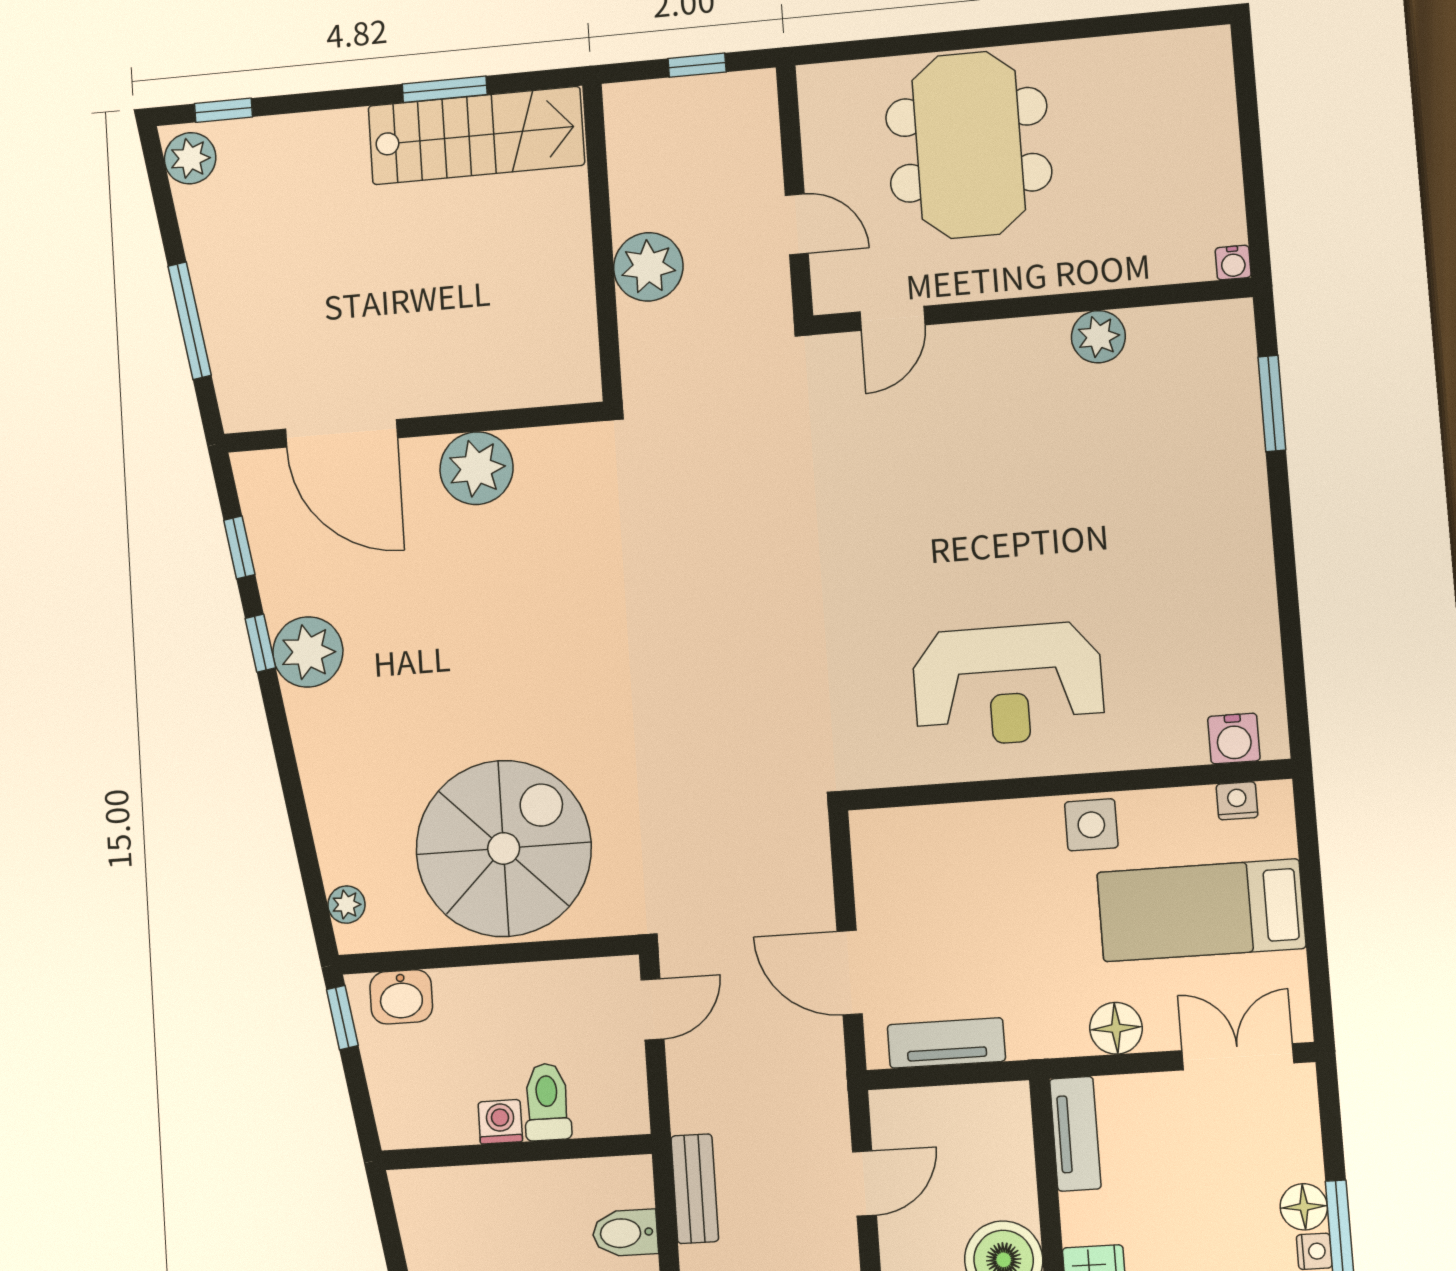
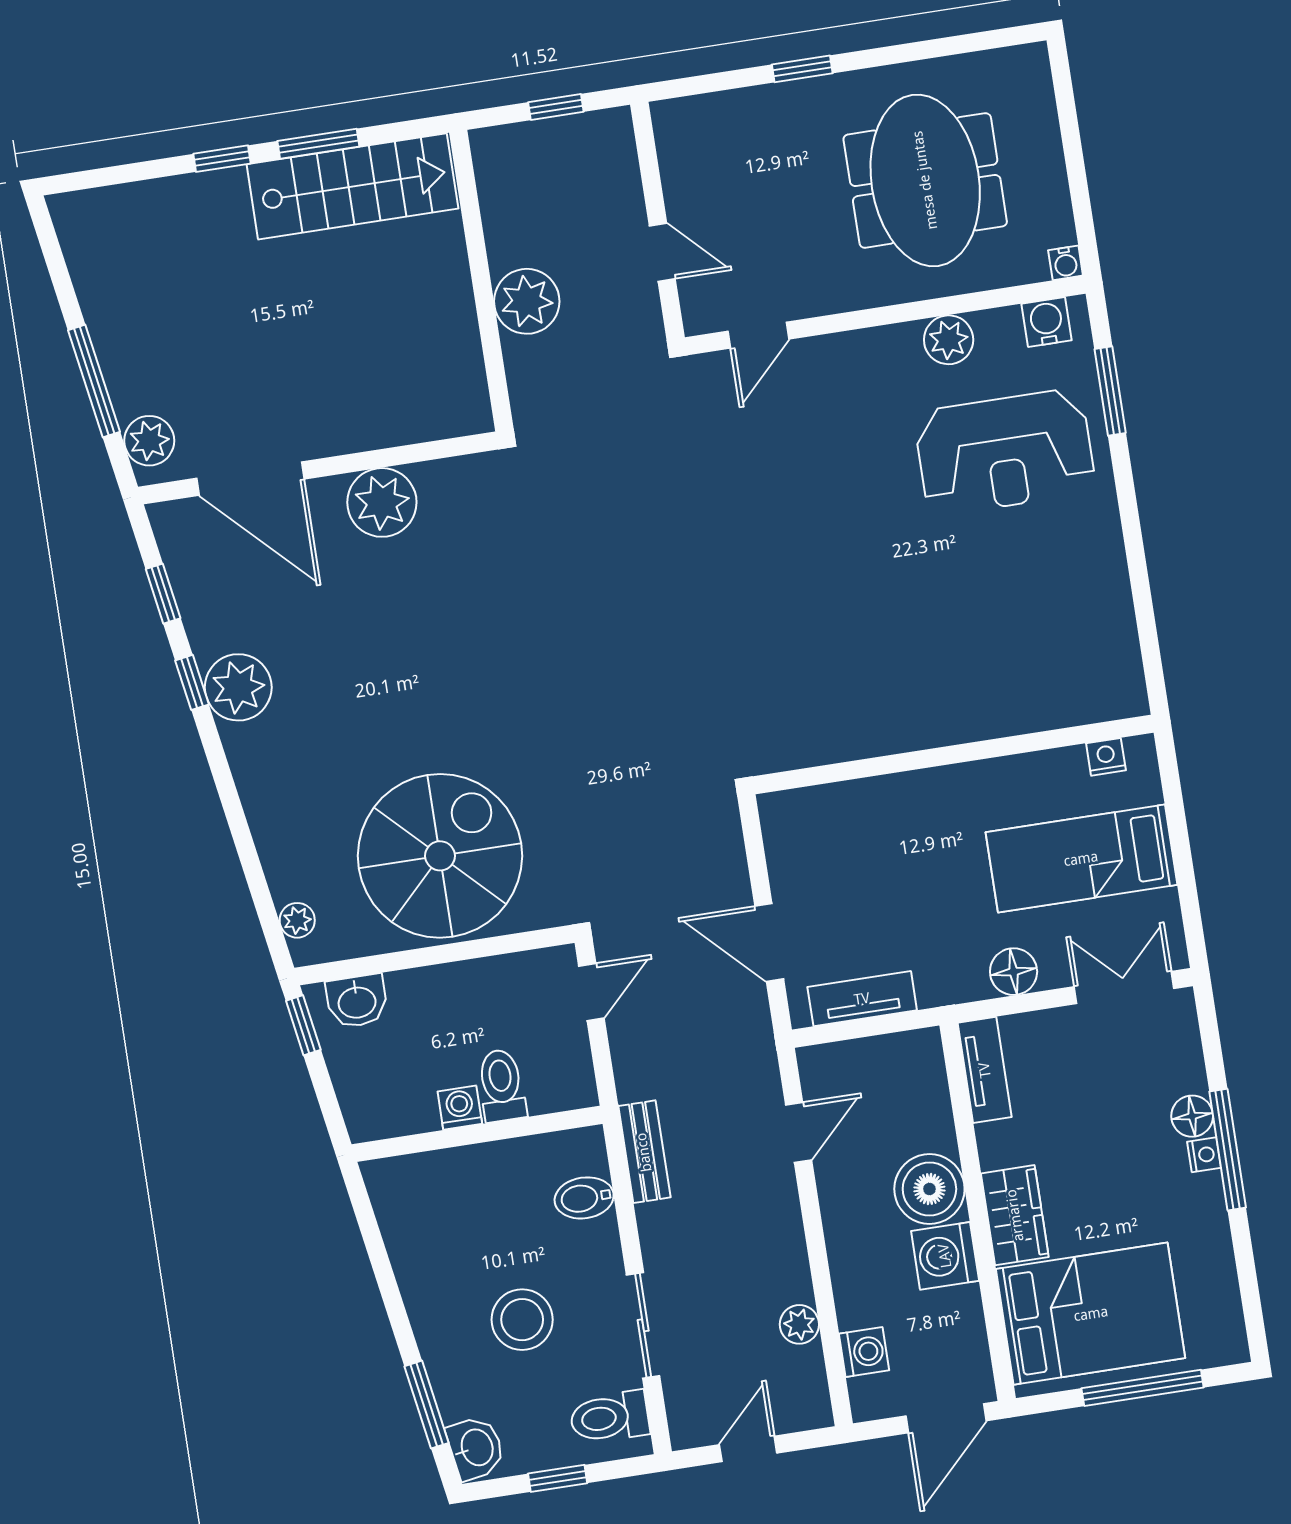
window: (963, 40) -> (802, 69), added
window: (223, 110) -> (222, 159), moved
meeting table: (969, 145) -> (925, 180), moved
plant: (190, 158) -> (149, 441), moved
reception desk: (1008, 685) -> (1005, 452), moved
water cooler: (1234, 739) -> (1047, 322), moved, turned 180
side table: (1091, 825) -> (977, 789), removed

